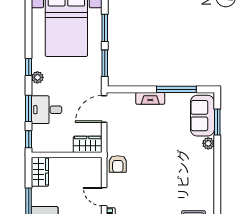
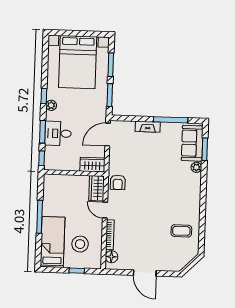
wardrobe: (40, 172) -> (97, 188), moved, turned 180

